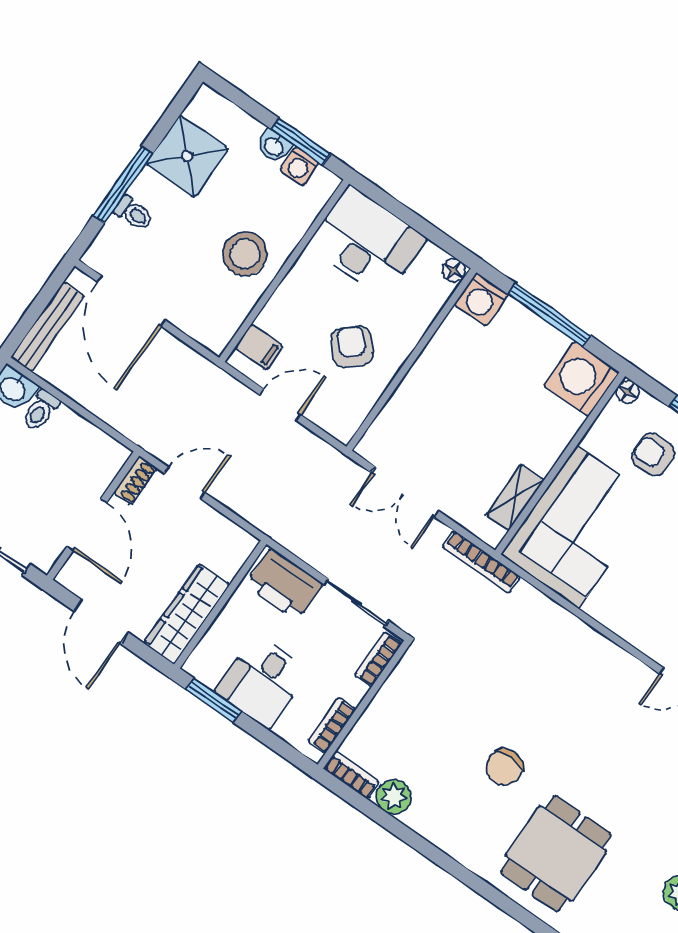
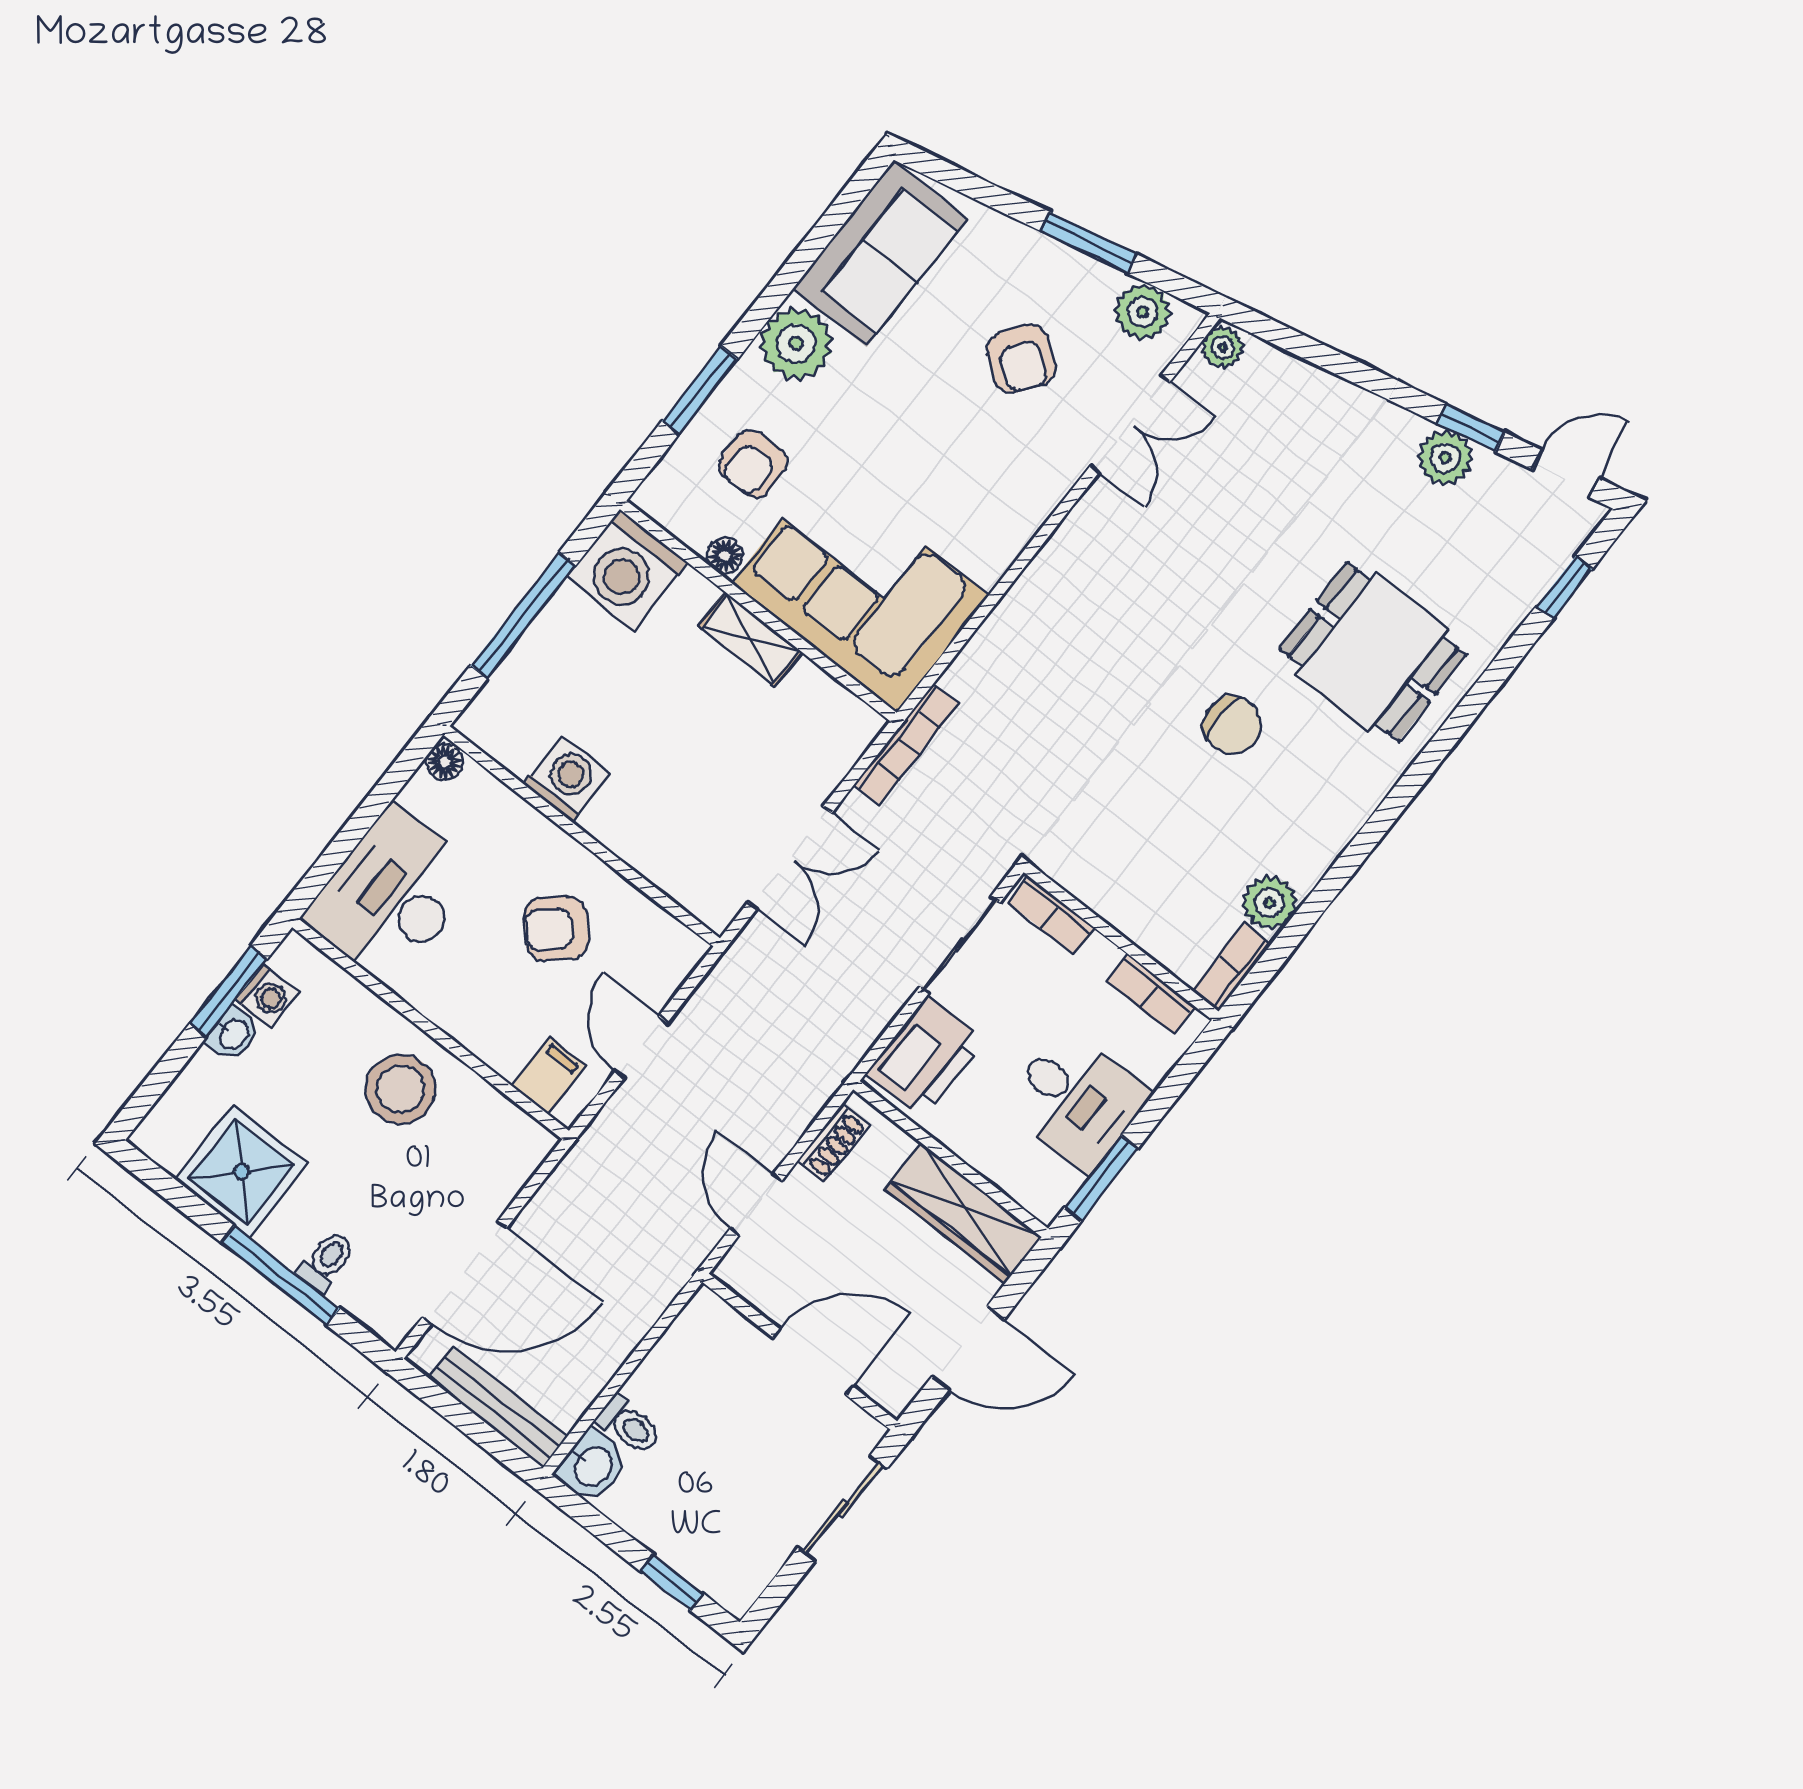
washing machine: (481, 299) -> (567, 779), moved, turned -90
floor lamp: (628, 392) -> (725, 556), moved
shoe rack: (135, 480) -> (833, 1143), moved, turned 90
shelving: (515, 497) -> (750, 639), moved

